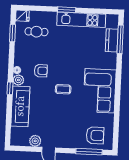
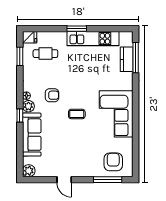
armchair: (95, 135) -> (113, 162), turned -90
plant: (35, 141) -> (29, 171), moved

